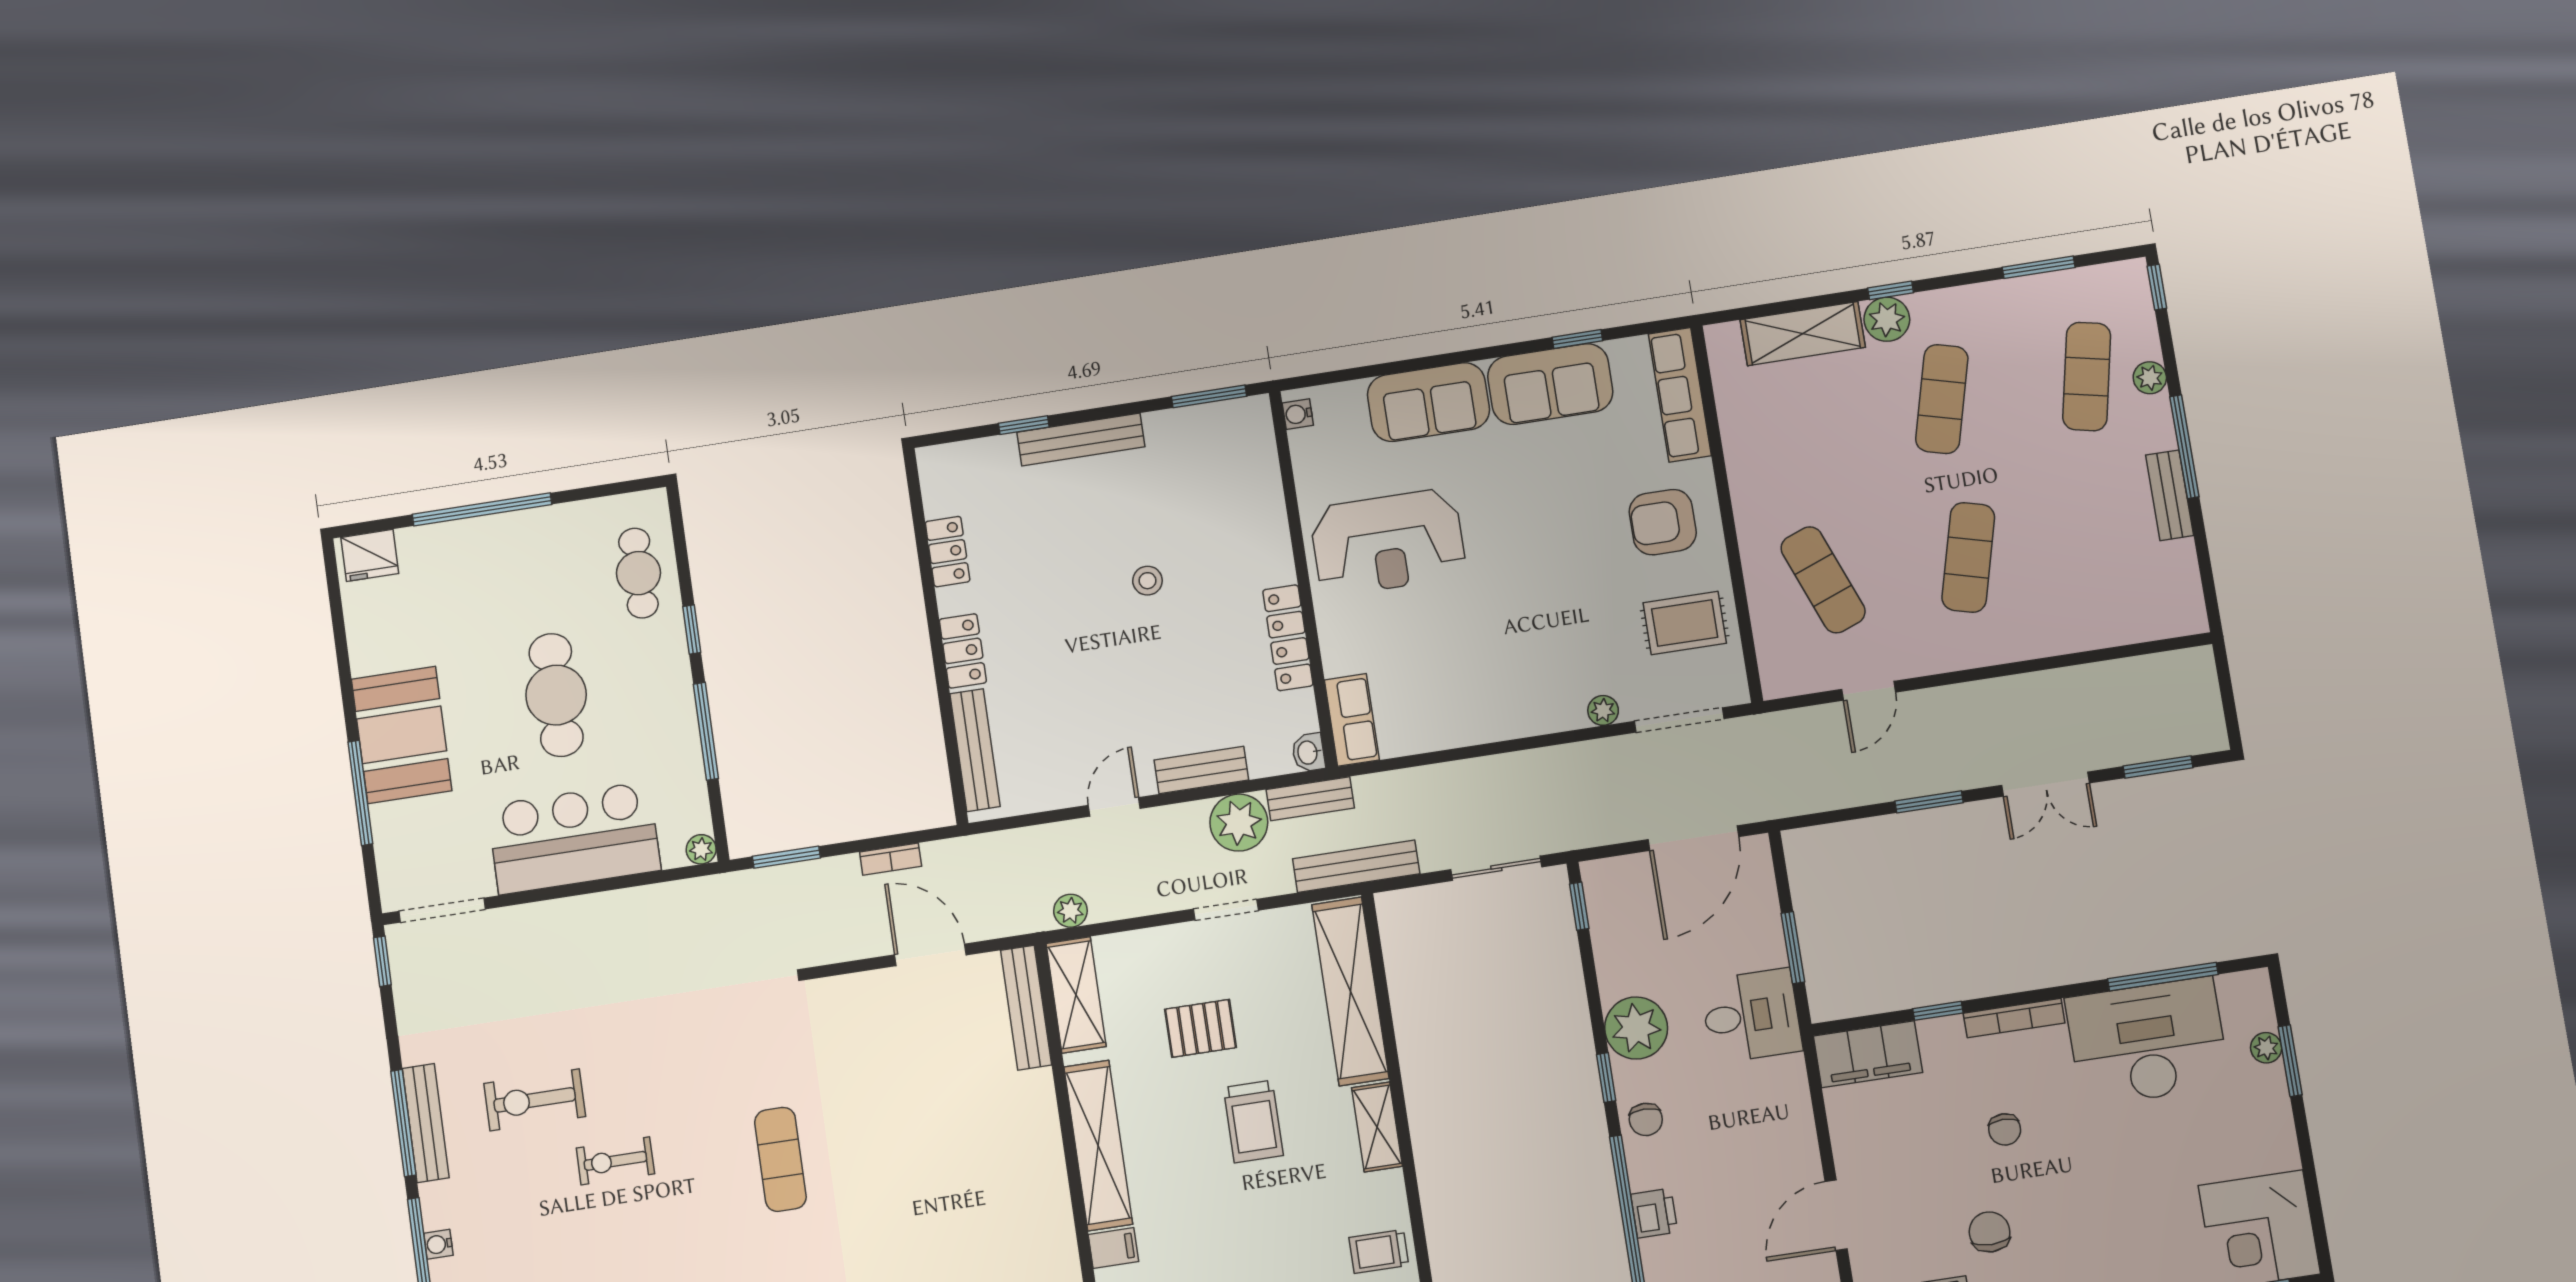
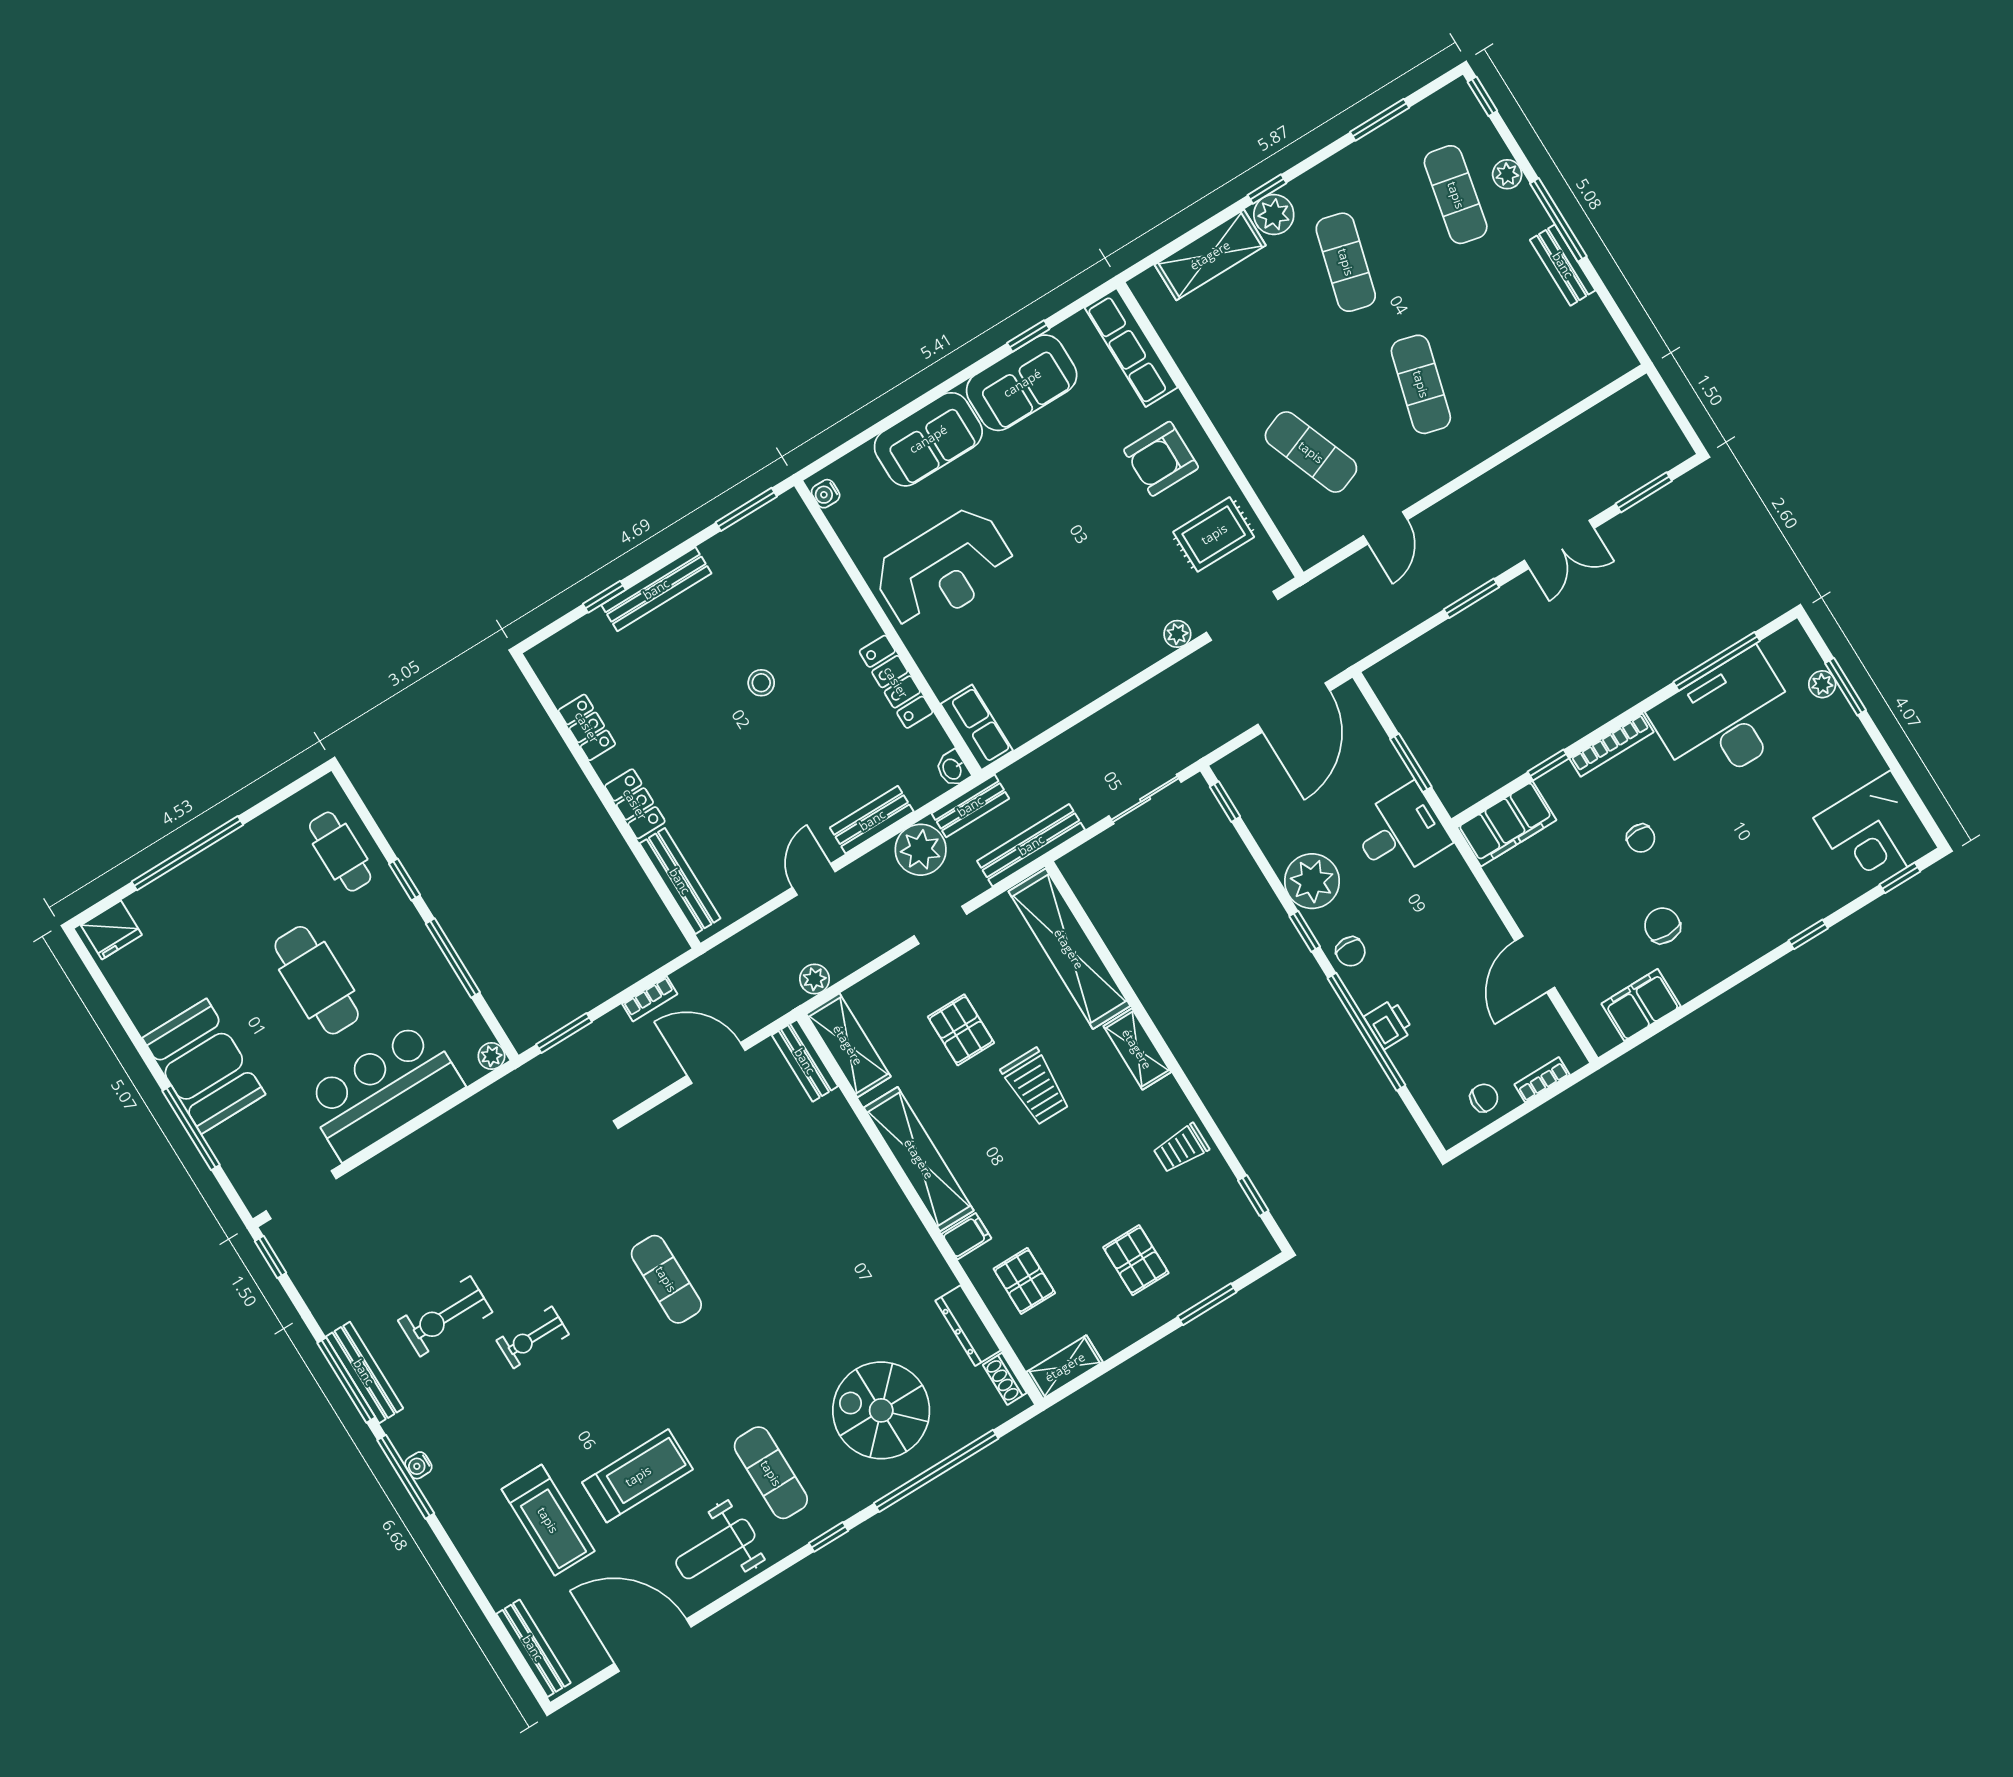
bench: (1026, 1008) -> (805, 1061), width x0.73
pallet: (1201, 1028) -> (961, 1030), turned 90

